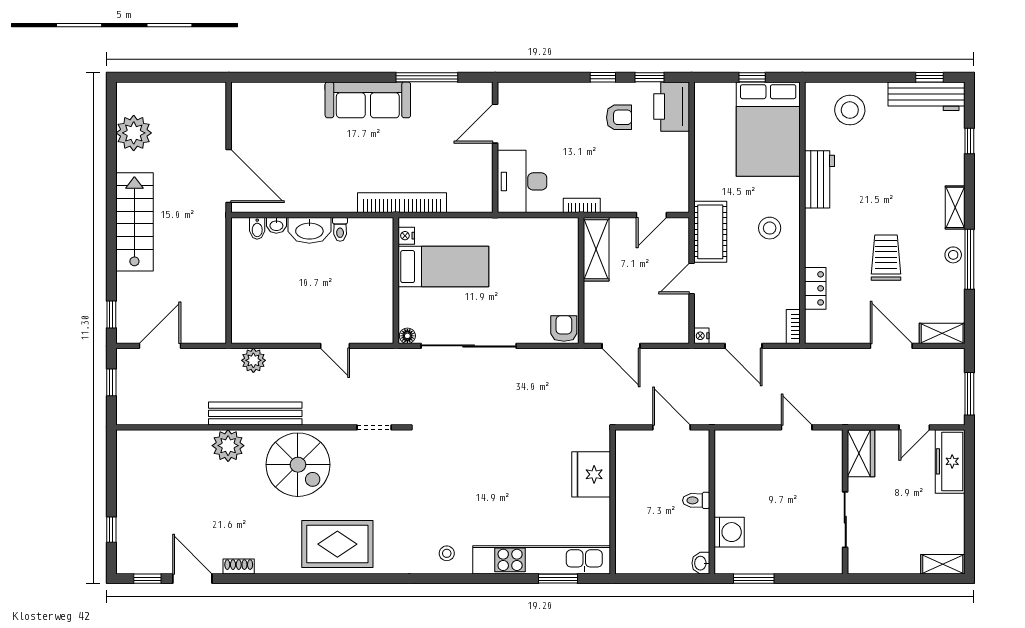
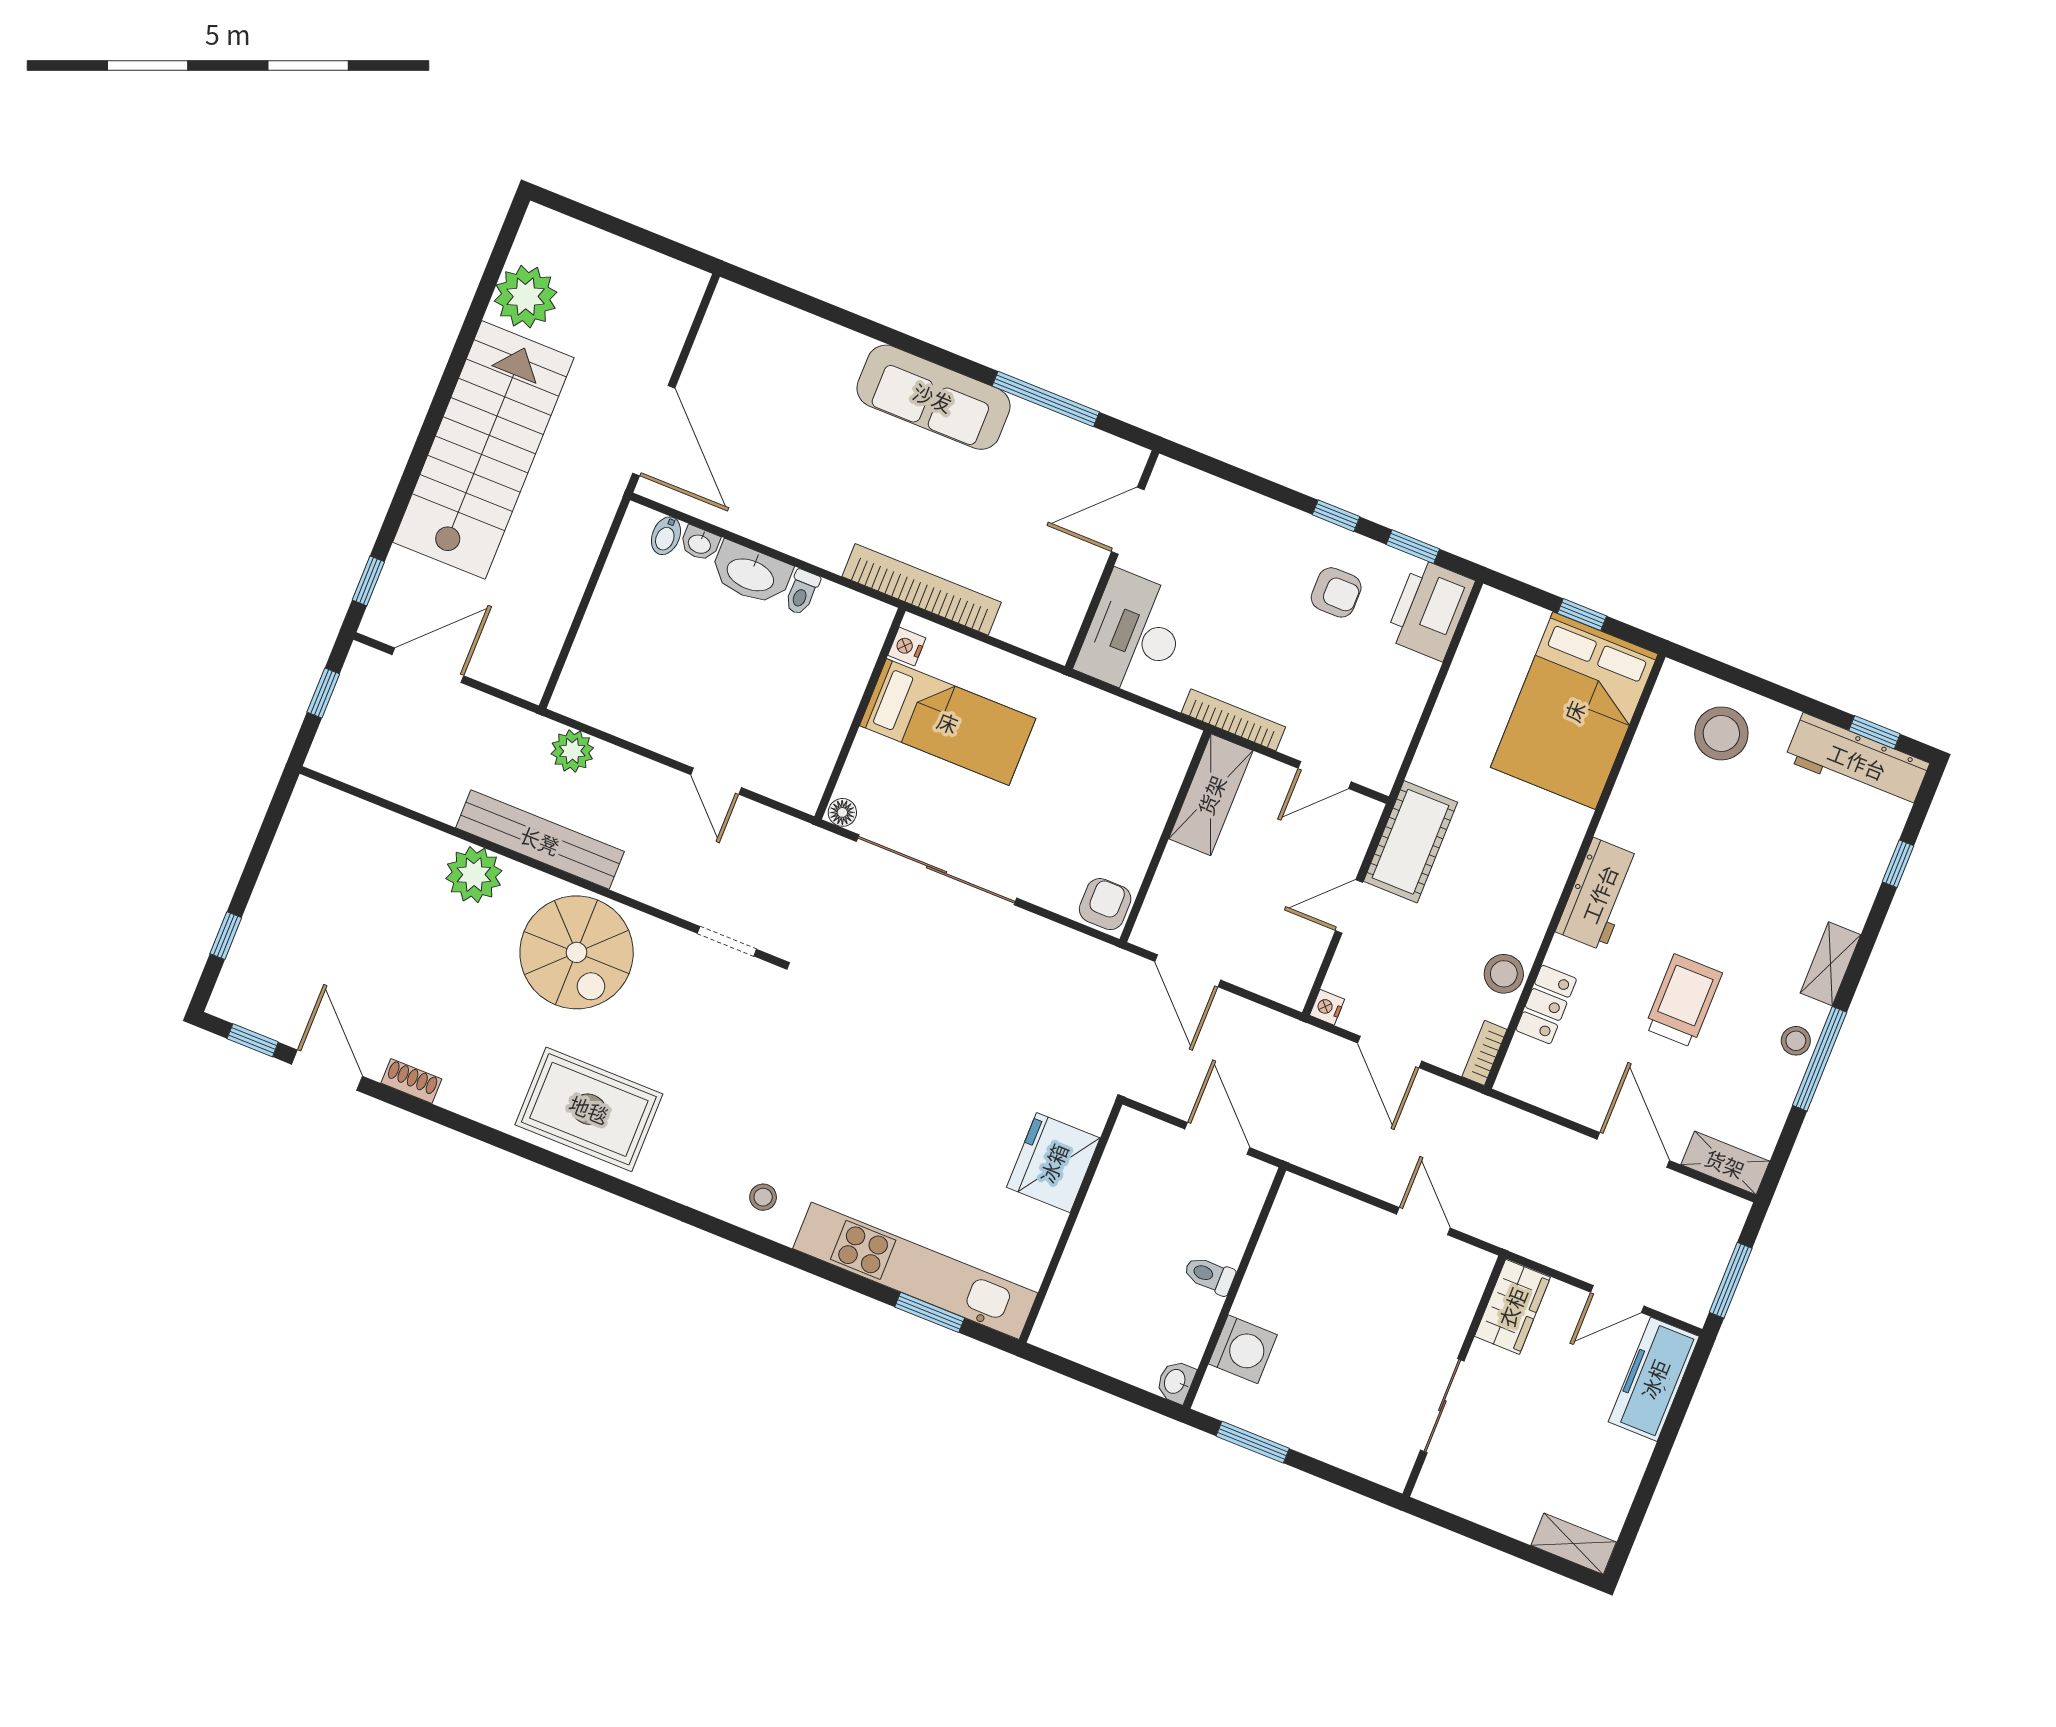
workbench: (819, 179) -> (1599, 894), moved
bookcase: (582, 205) -> (1233, 720), width x1.56
stairs: (134, 222) -> (483, 450), width x1.36, depth x1.51
stool: (770, 228) -> (1504, 974), moved

